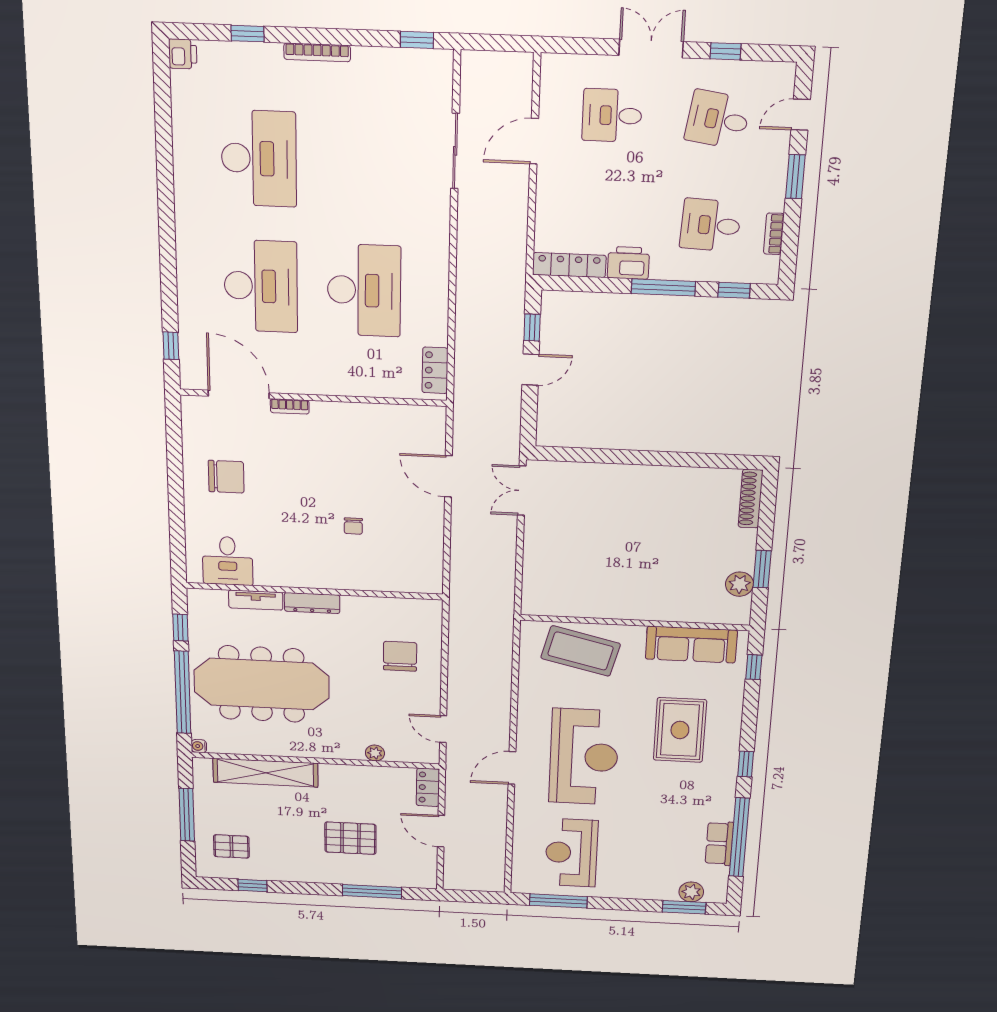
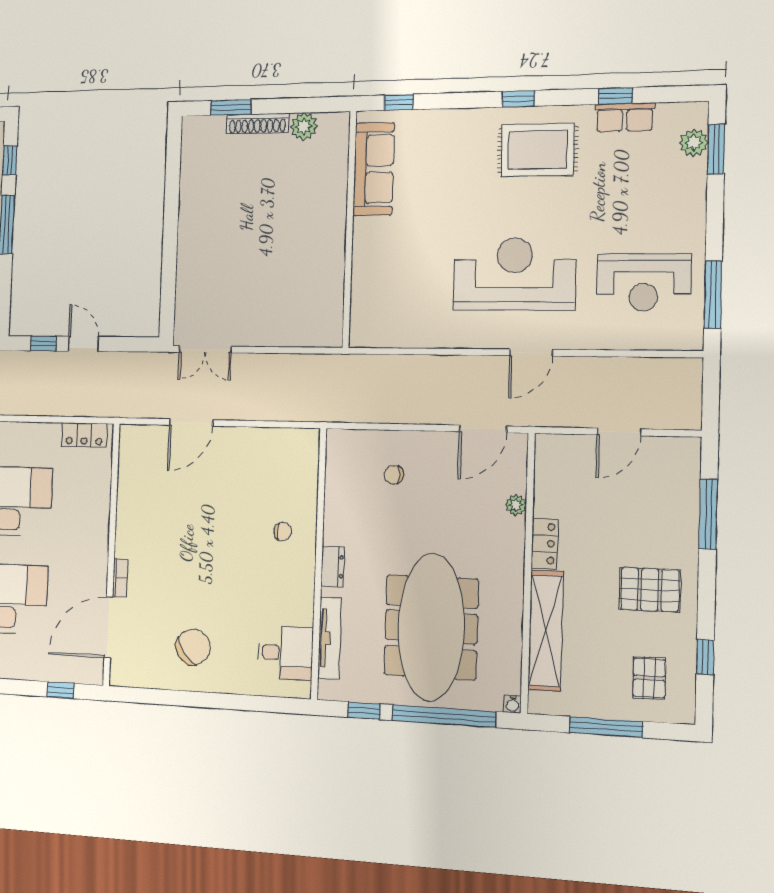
chair: (226, 477) -> (193, 647), turned 54
shoe rack: (751, 499) -> (257, 124), moved
chair: (353, 526) -> (283, 532), moved
window: (762, 569) -> (231, 107), moved
tv unit: (256, 600) -> (330, 638), width x1.41
dresser: (312, 603) -> (333, 566), width x0.70
coffee table: (581, 651) -> (384, 283), removed
chair: (400, 656) -> (394, 475), width x0.54, depth x0.54
door: (443, 729) -> (483, 429), width x1.38
rug: (680, 730) -> (538, 150), moved
door: (512, 768) -> (531, 353), hinge flipped
locker: (428, 787) -> (545, 544), moved, turned -90
window: (739, 837) -> (616, 96), width x0.32
pallet: (350, 838) -> (650, 590), moved, turned 90

